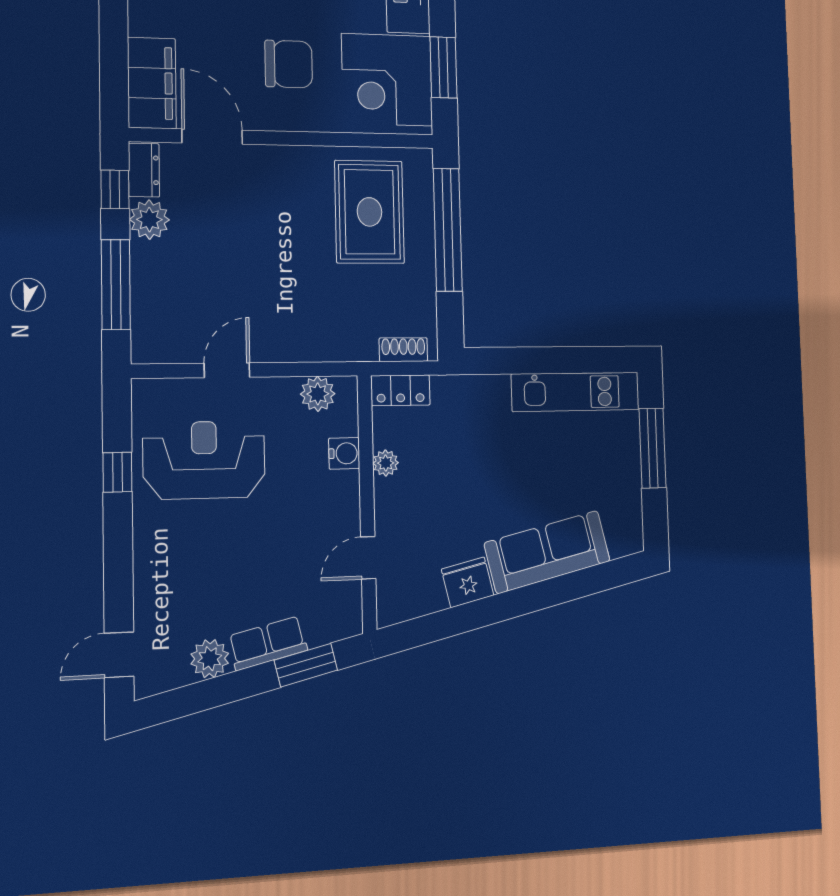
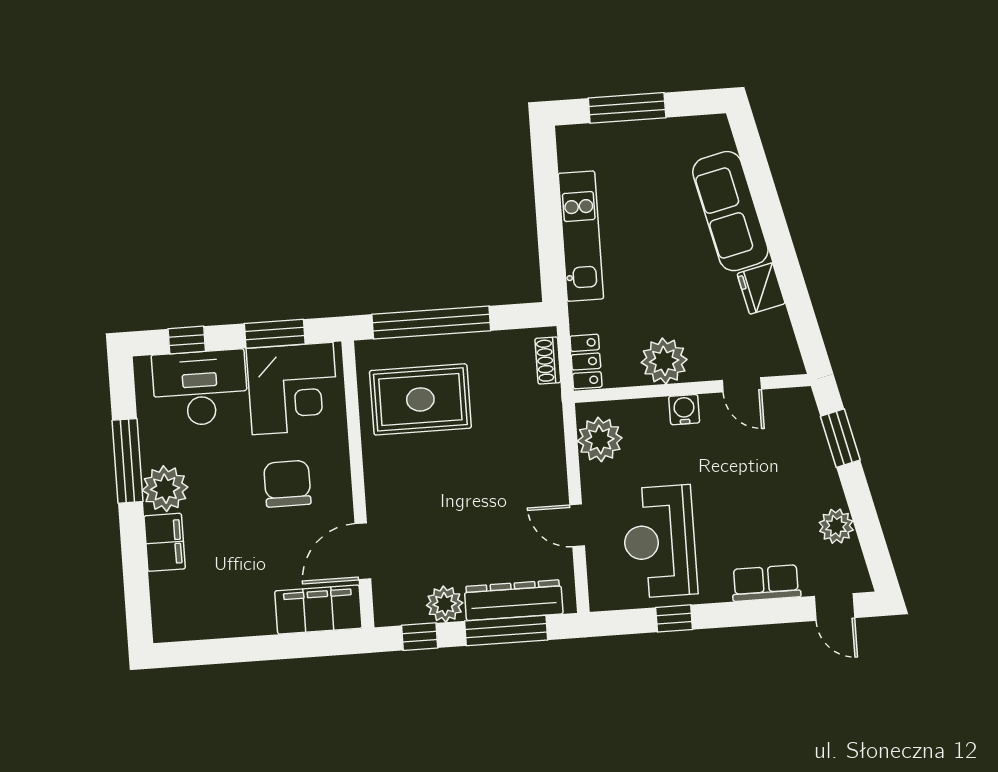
dresser: (144, 170) -> (514, 600), moved, width x1.96, depth x1.24
kitchen unit: (576, 392) -> (581, 236), moved
plant: (318, 394) -> (600, 440), width x1.36, depth x1.36
water cooler: (344, 453) -> (684, 410), moved
plant: (386, 463) -> (664, 361), width x1.88, depth x1.88
row of seats: (268, 643) -> (766, 583), moved, turned 103

